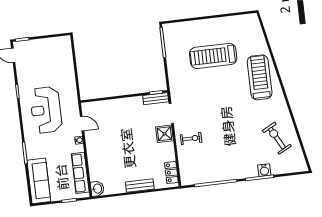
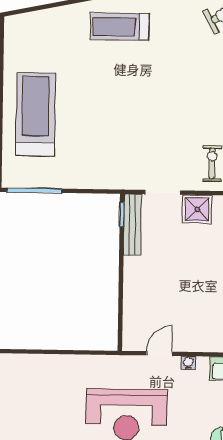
treadmill: (213, 56) -> (36, 114), moved, turned 180
treadmill: (260, 77) -> (120, 27), width x0.73, depth x0.73
bench: (156, 99) -> (132, 225), width x1.36

